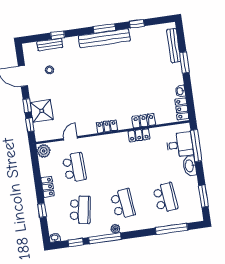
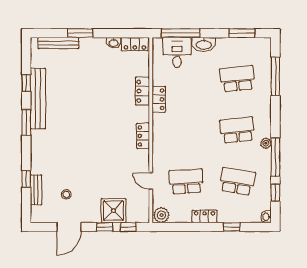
bench: (104, 38) -> (38, 98), moved

